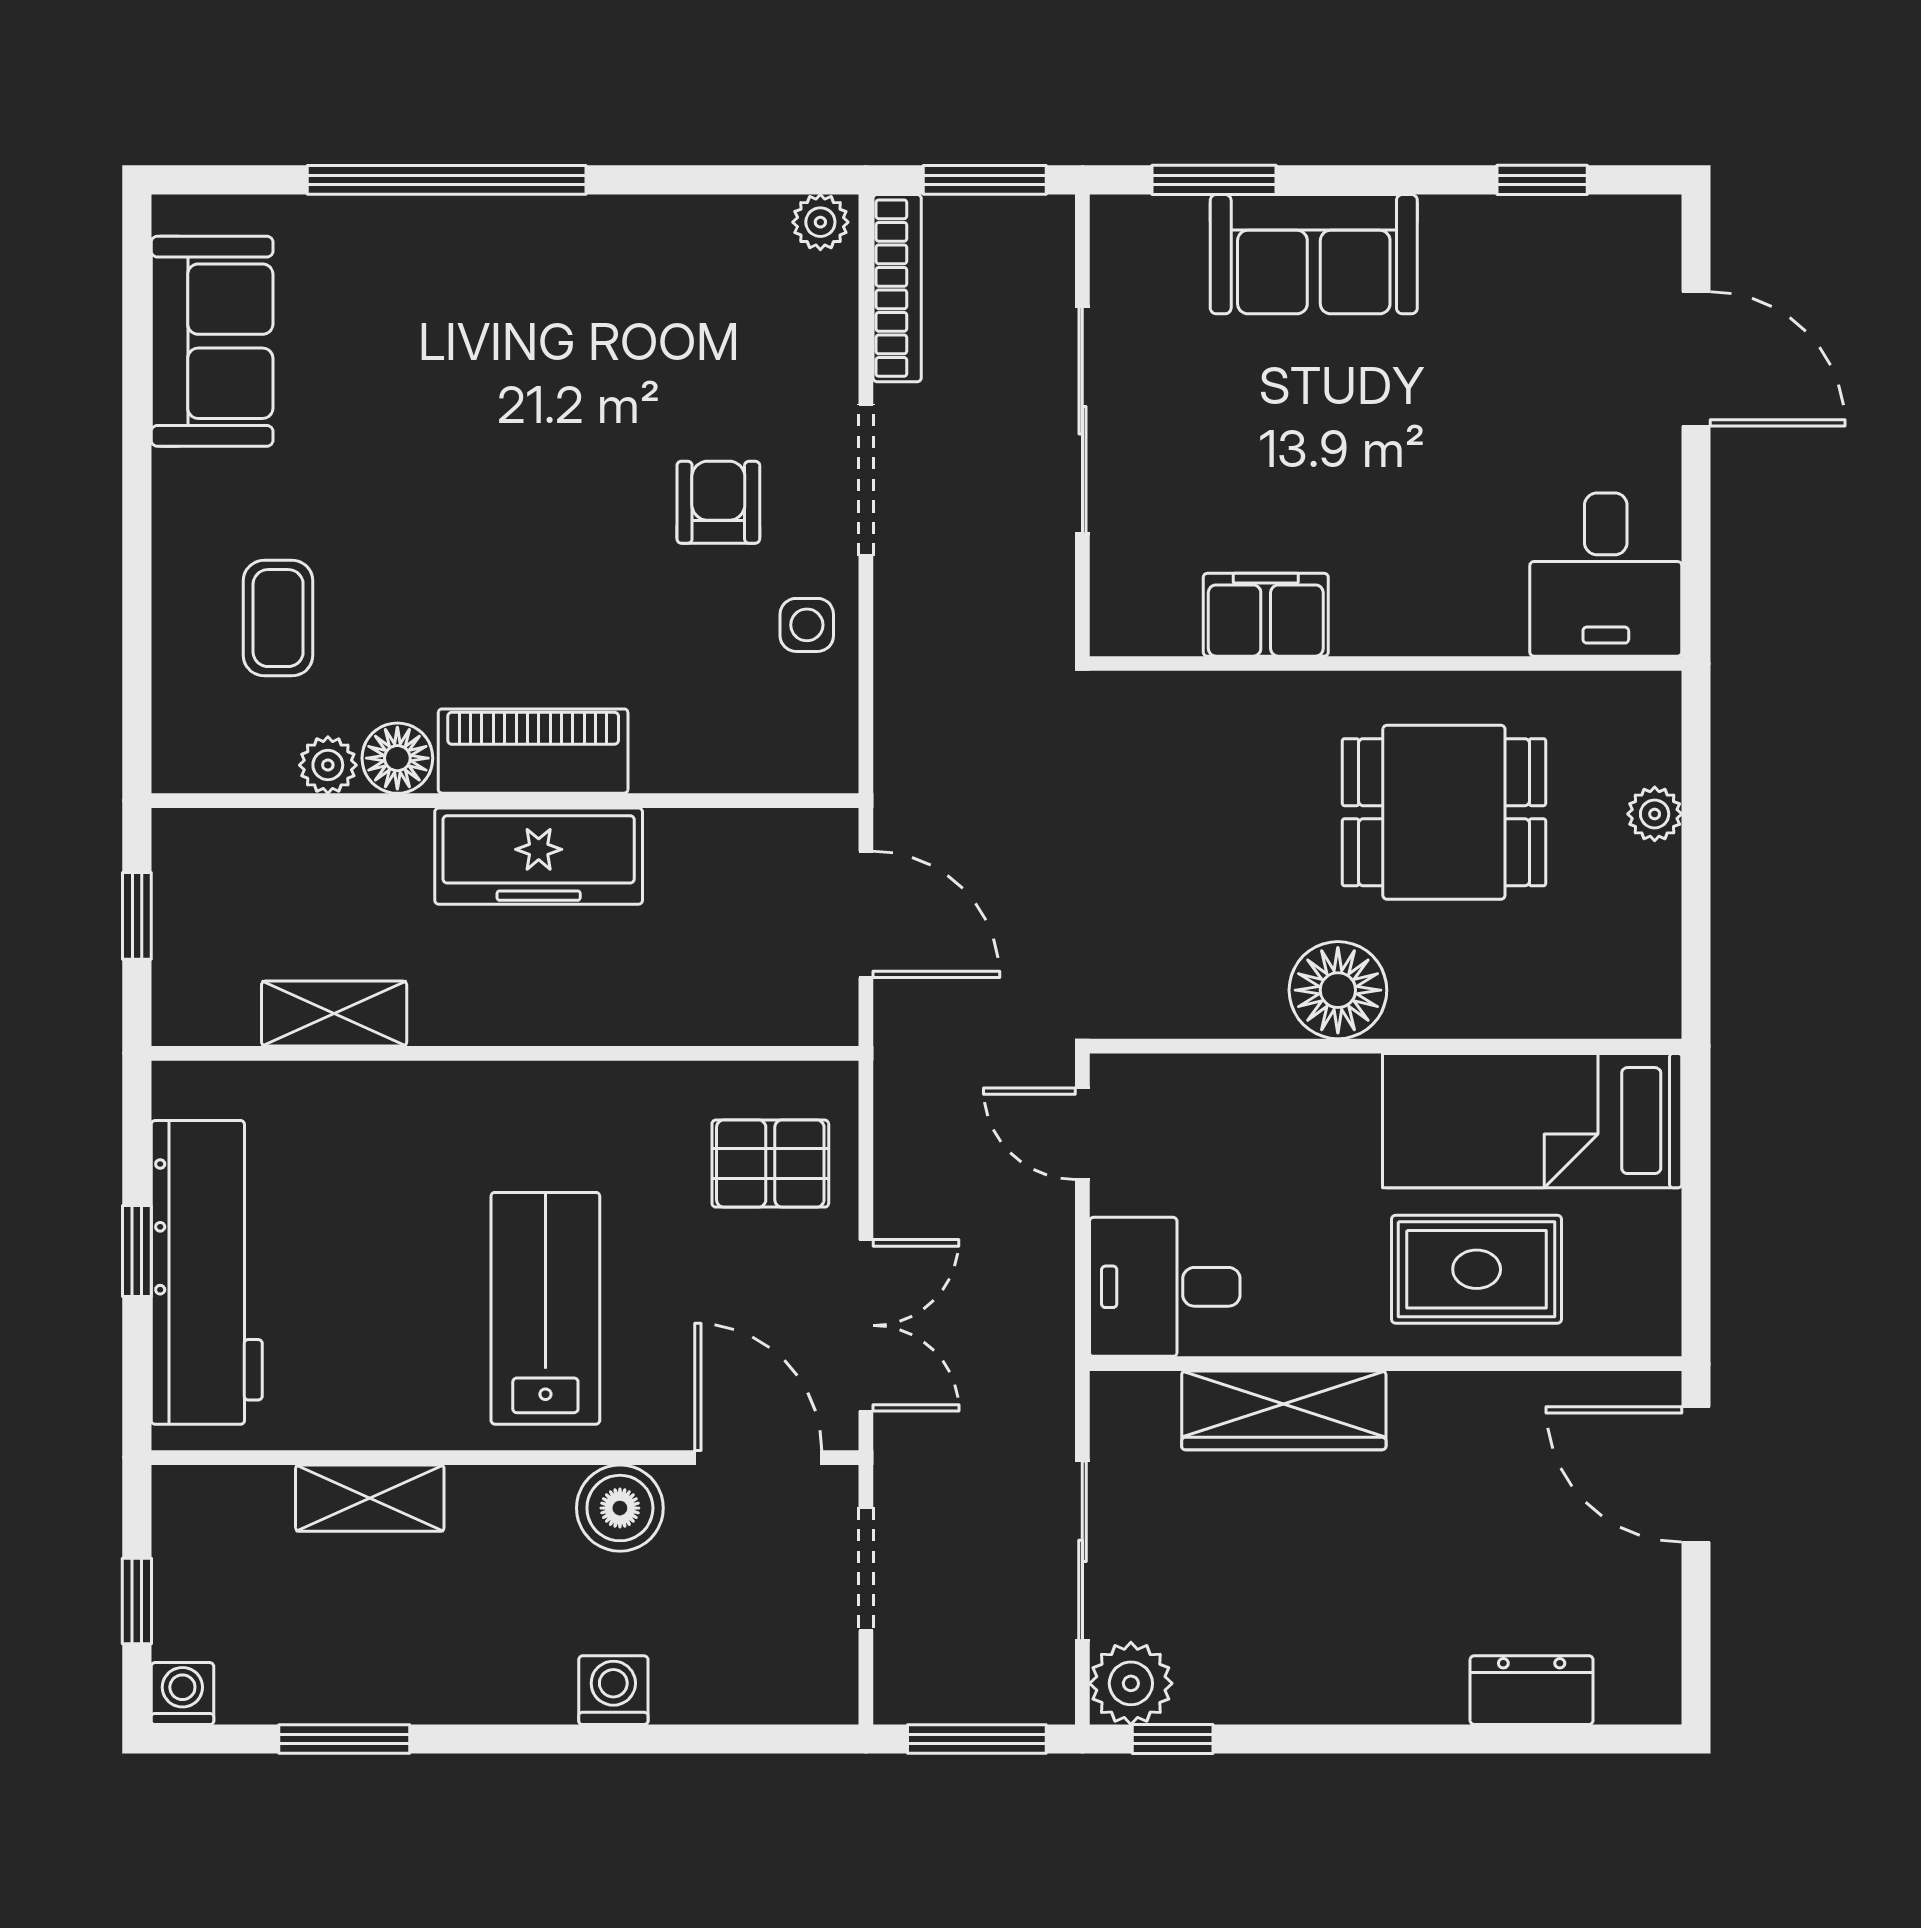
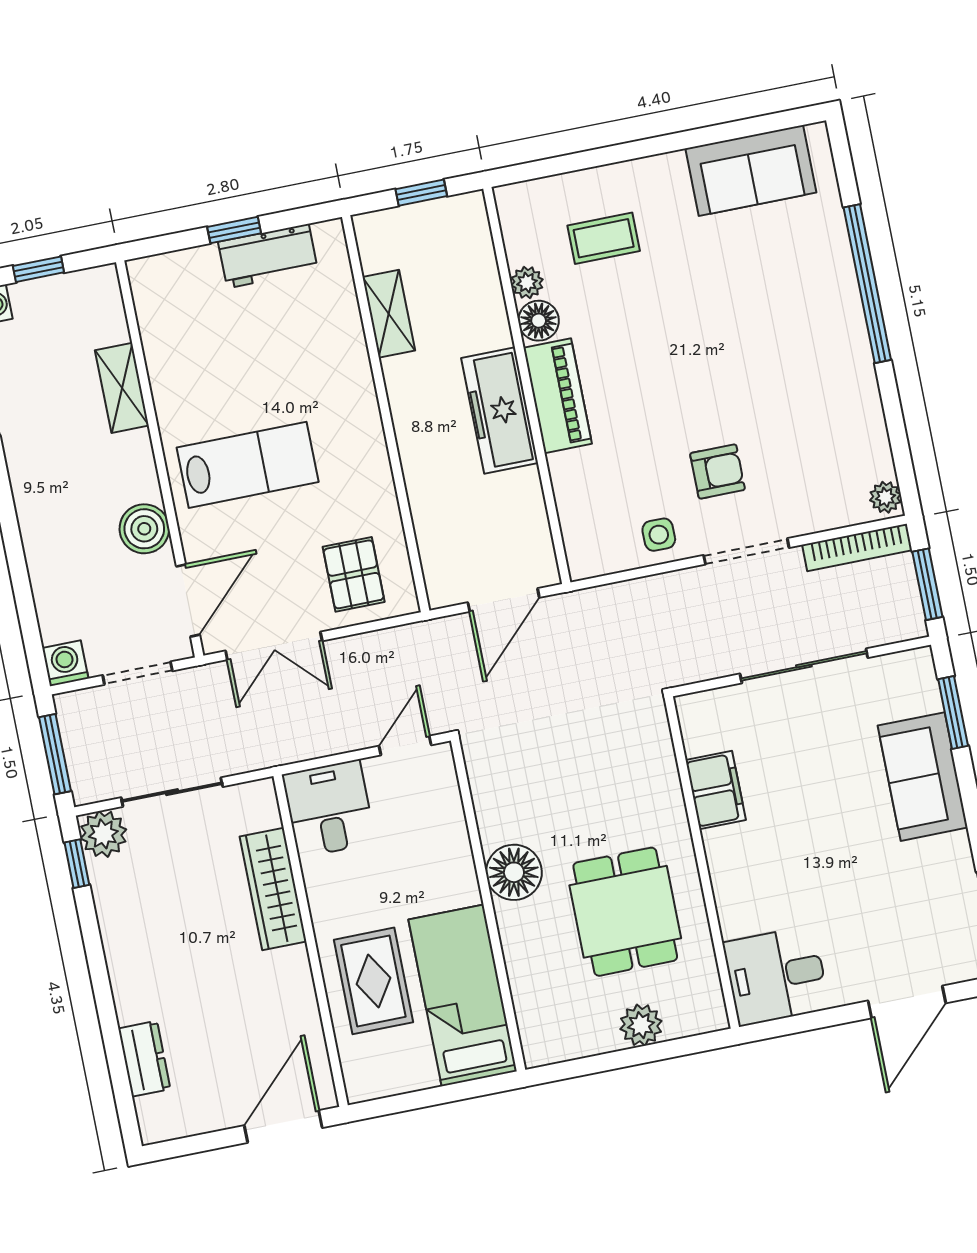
plant: (1655, 814) -> (641, 1025), width x1.38, depth x1.38
workbench: (207, 1272) -> (268, 256), width x0.53, depth x0.76
washing machine: (613, 1690) -> (65, 663), moved, turned -90

